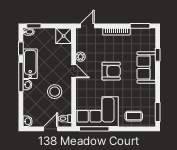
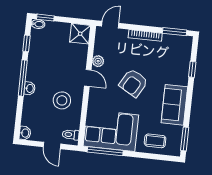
bathtub: (30, 64) -> (36, 63), removed
sofa: (146, 67) -> (174, 105), moved
armchair: (111, 71) -> (133, 83), turned 120
door: (51, 129) -> (52, 145), swing flipped

